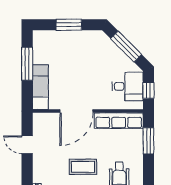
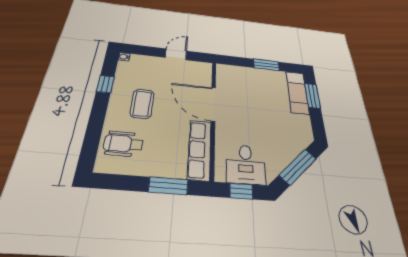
window: (69, 25) -> (312, 96), moved
window: (27, 64) -> (266, 65), width x0.69
exam couch: (40, 87) -> (297, 92), moved, turned 90

